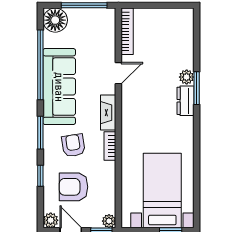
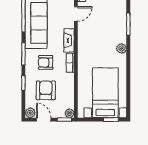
plant: (187, 77) -> (122, 48), moved
dresser: (185, 101) -> (121, 33), removed
armchair: (73, 145) -> (46, 62), turned -81
armchair: (74, 187) -> (46, 90), turned 90

